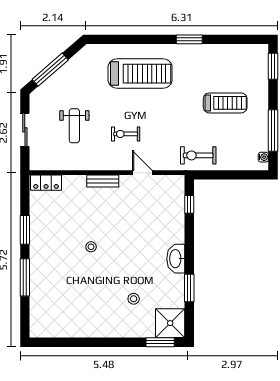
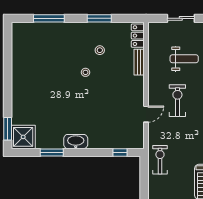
weight bench: (74, 126) -> (184, 59), turned 180
exercise bike: (126, 134) -> (177, 101), width x1.38, depth x1.39
bench: (103, 181) -> (139, 62), moved
window: (25, 277) -> (49, 18), moved
stool: (134, 299) -> (100, 50), moved

